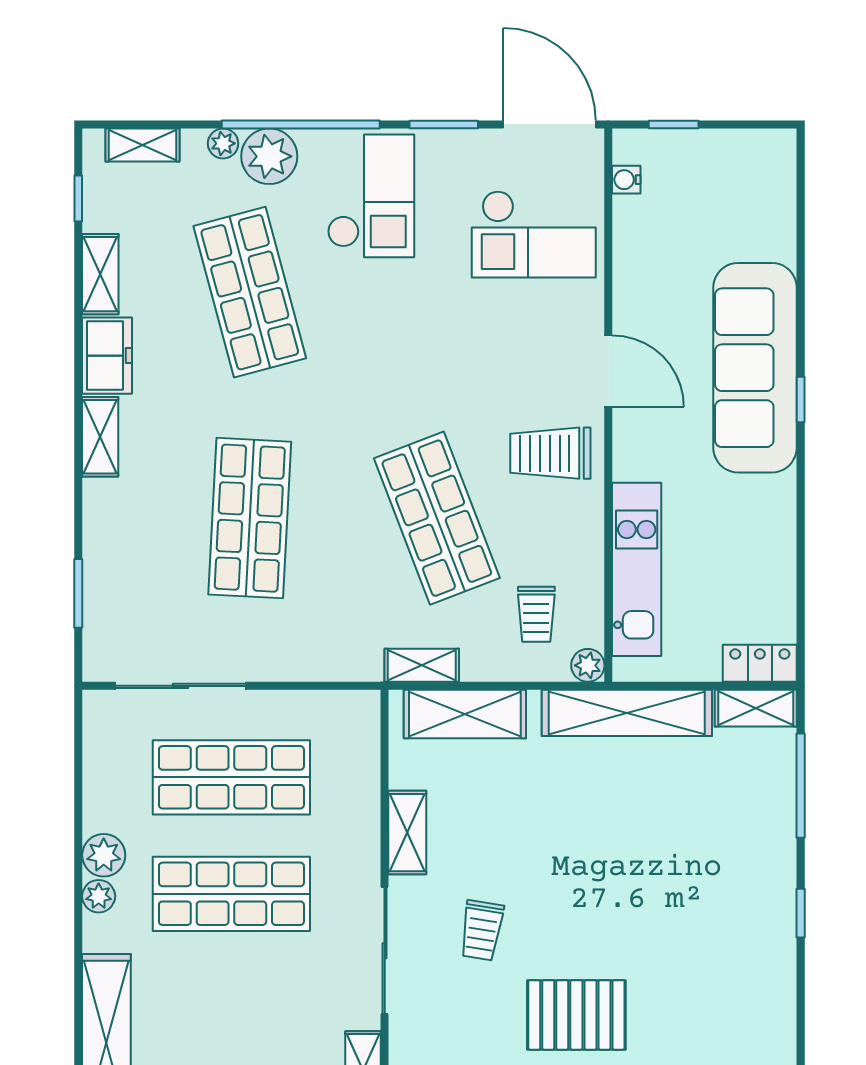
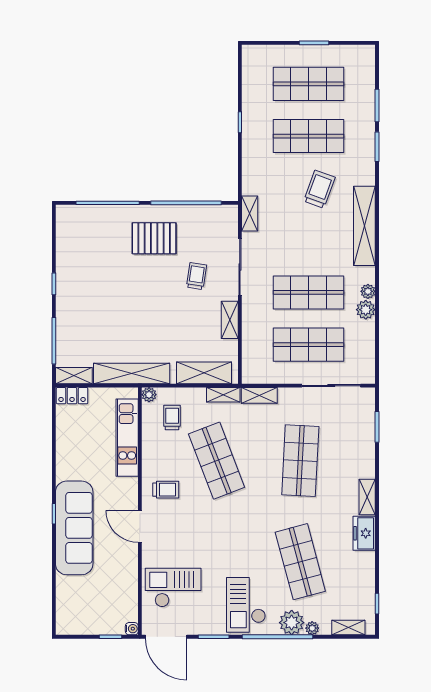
water cooler: (626, 180) -> (132, 629), moved
shelving: (100, 274) -> (259, 395), moved, turned 90
trolley: (550, 453) -> (166, 490), width x0.73, depth x0.72

